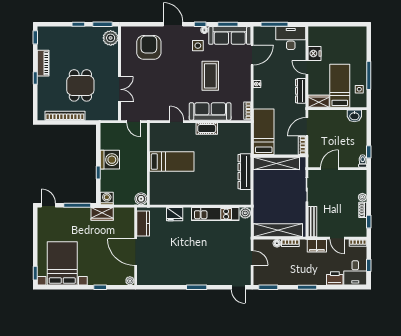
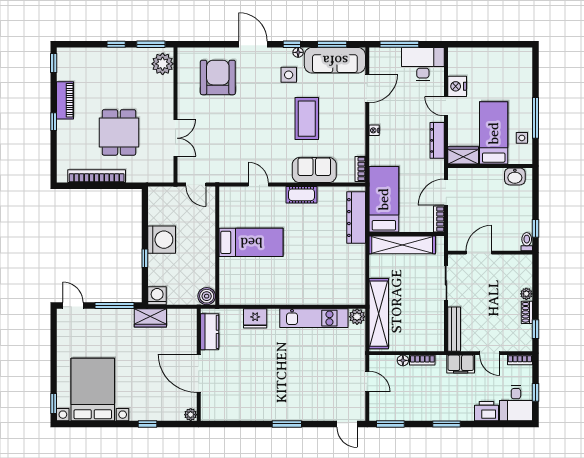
sofa: (210, 111) -> (314, 170), width x0.73
dresser: (245, 172) -> (356, 218), moved
shelving: (278, 230) -> (379, 314), moved, turned 90

